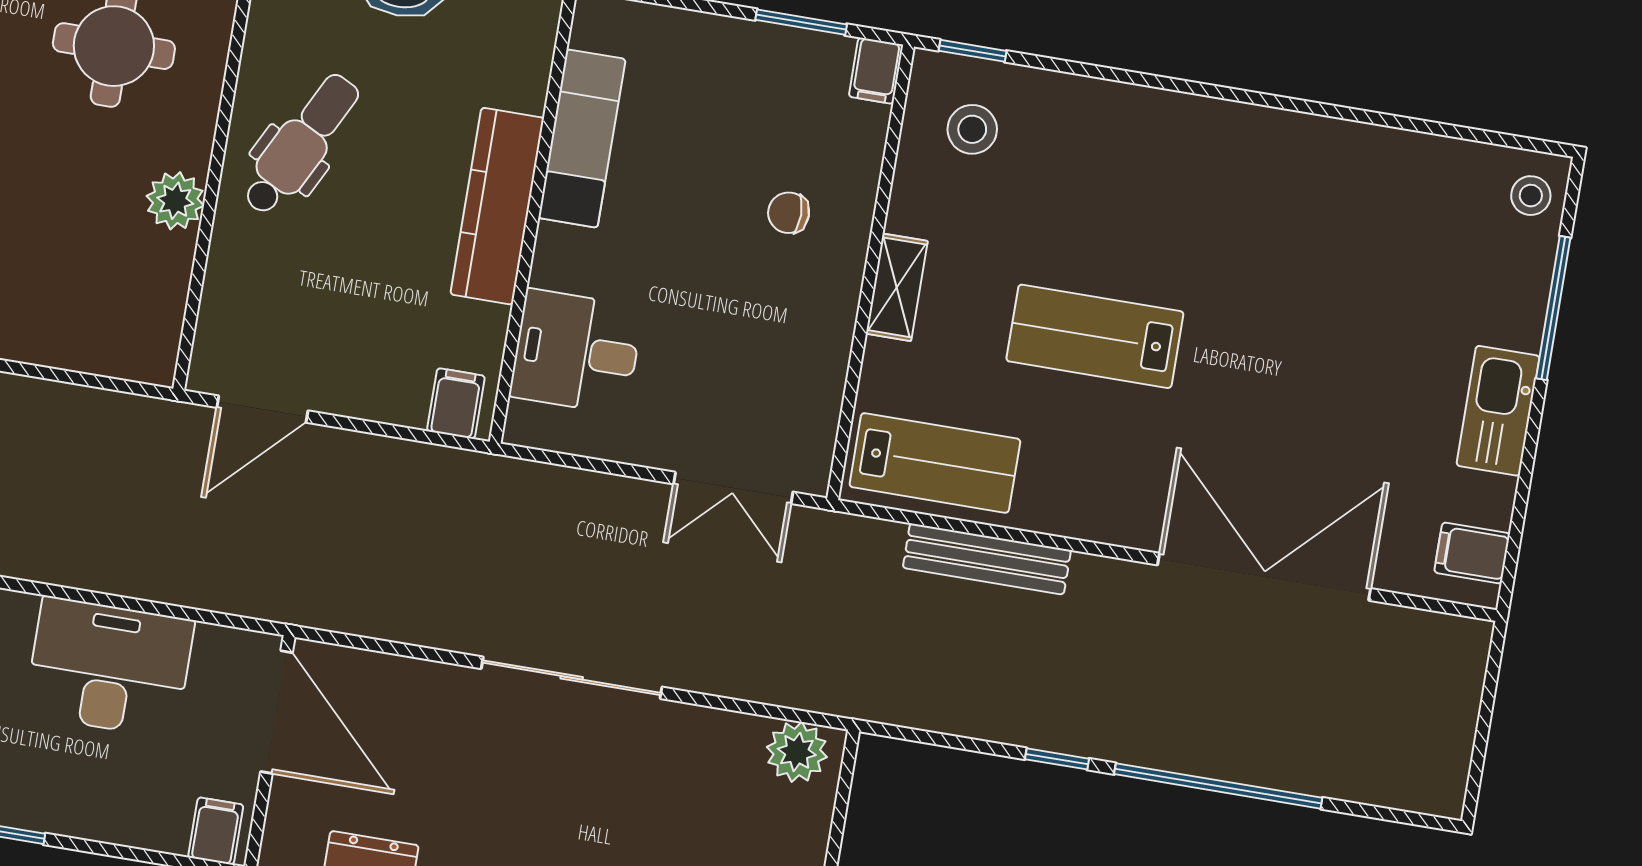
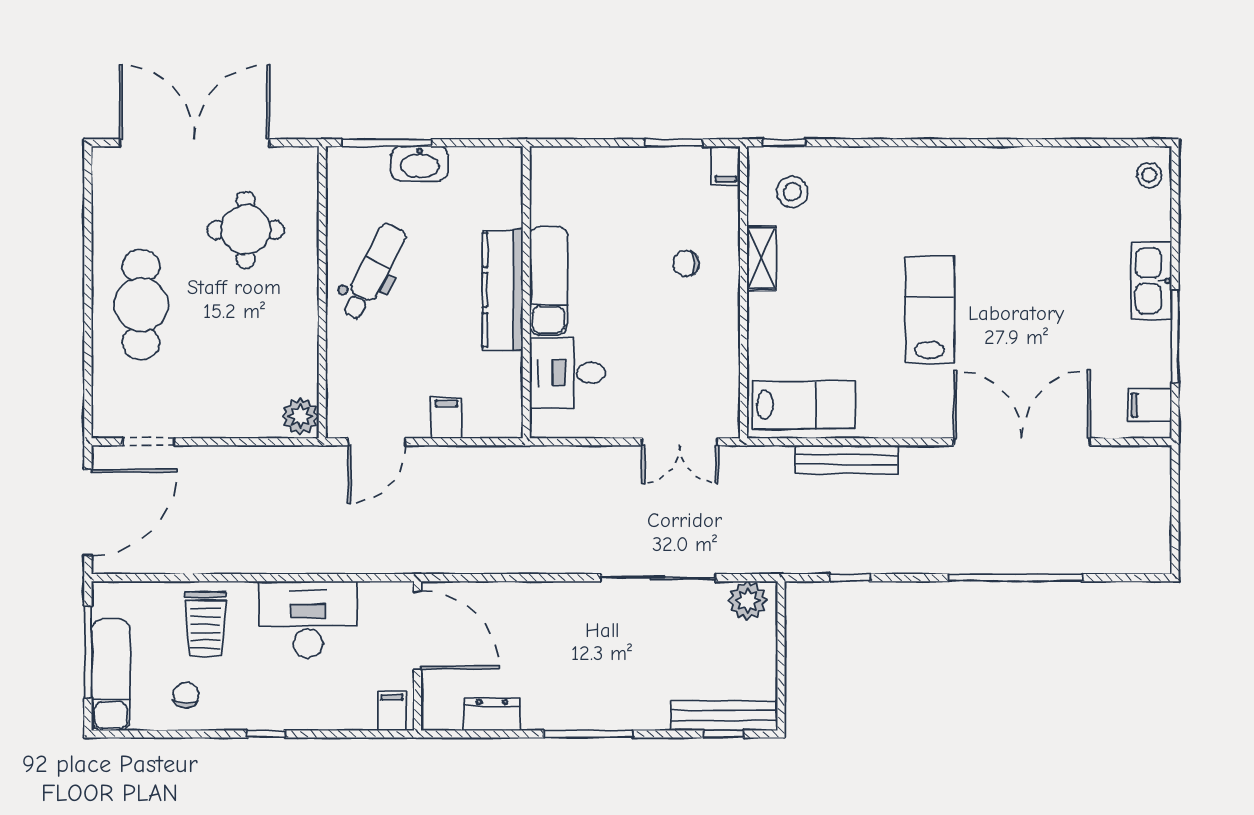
exam couch: (582, 138) -> (549, 280), moved
plant: (175, 201) -> (300, 416), moved
shelving: (897, 287) -> (762, 258), moved
window: (1553, 308) -> (1175, 337), moved
lab bench: (1095, 336) -> (930, 310), moved, turned 90
filing cabinet: (456, 403) -> (447, 418), moved
kitchen sink: (1498, 411) -> (1151, 281), moved
sliding door: (572, 678) -> (658, 578), moved
window: (1057, 759) -> (850, 578), moved

